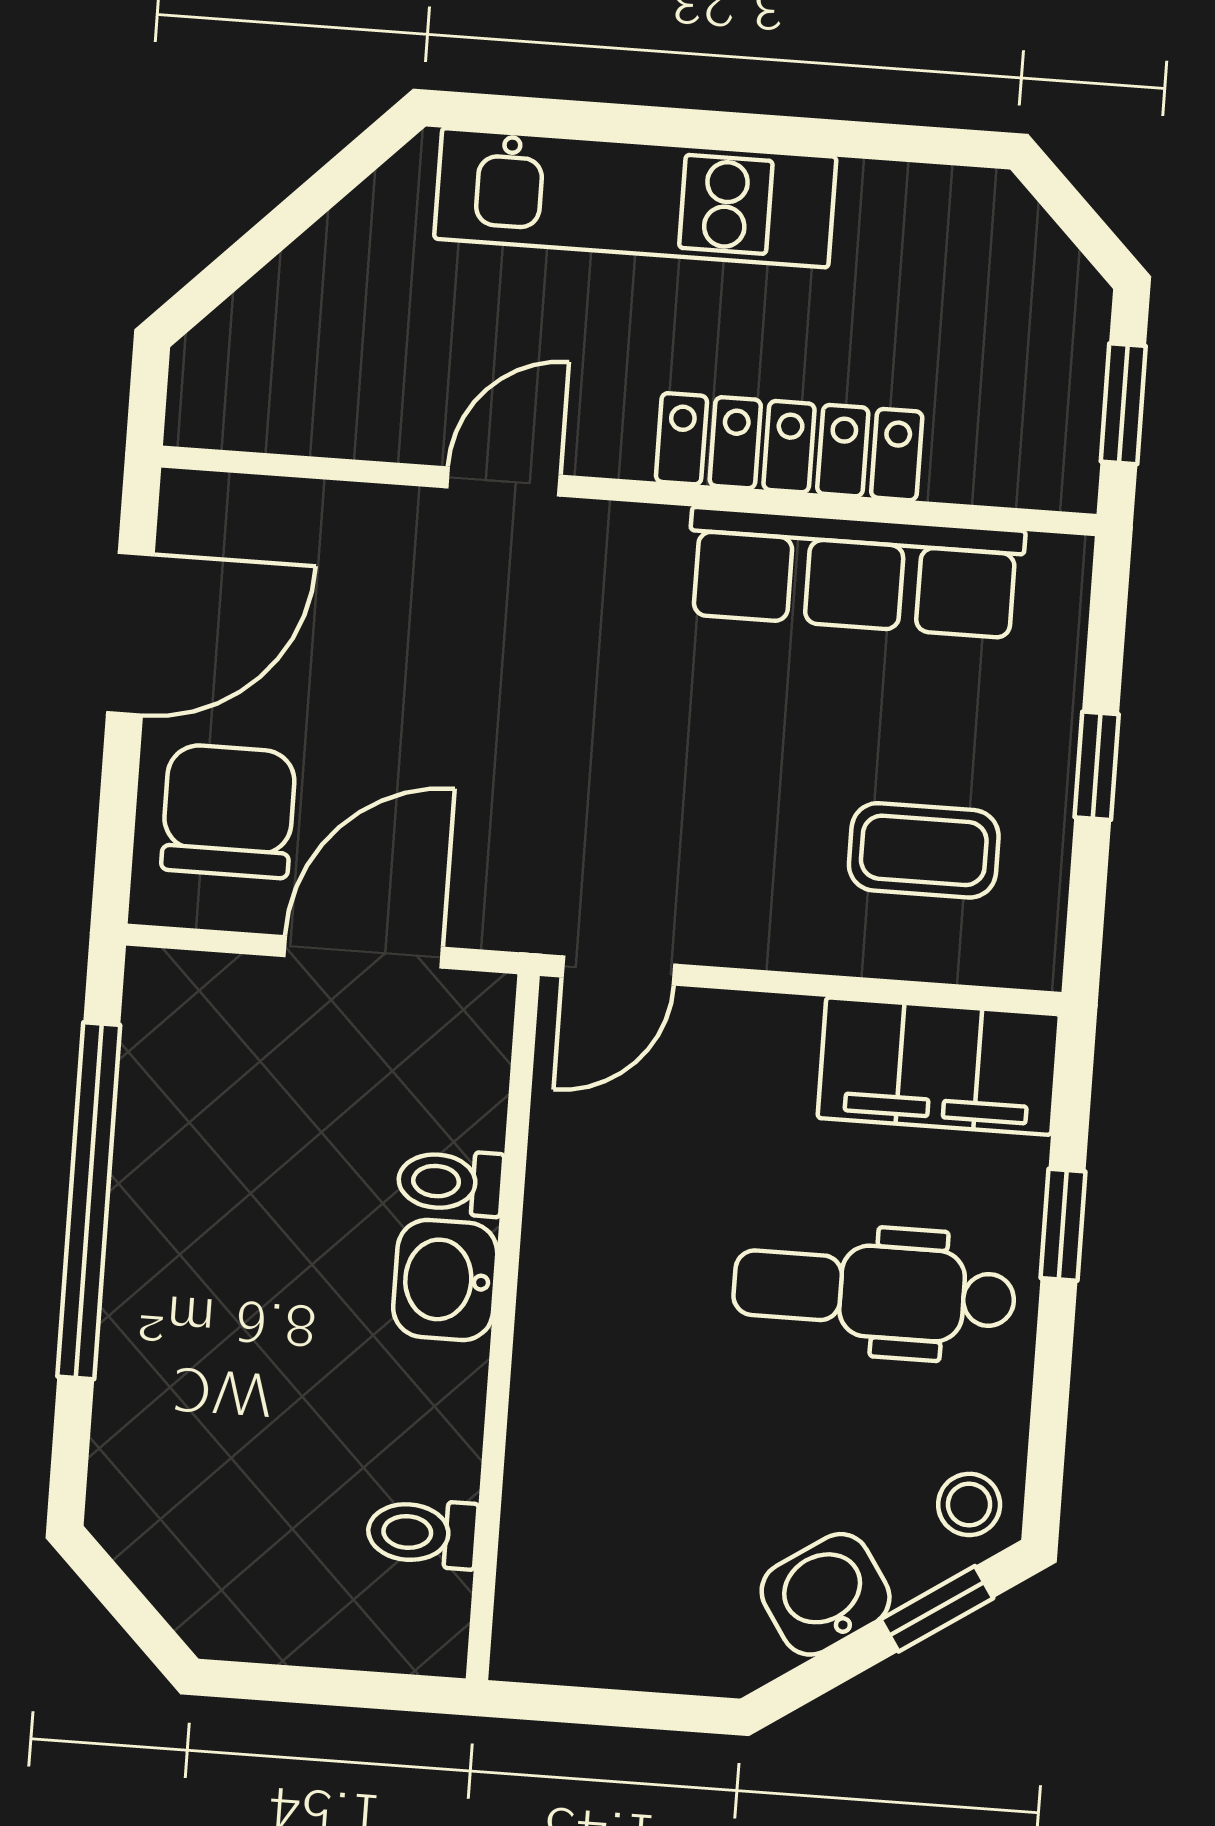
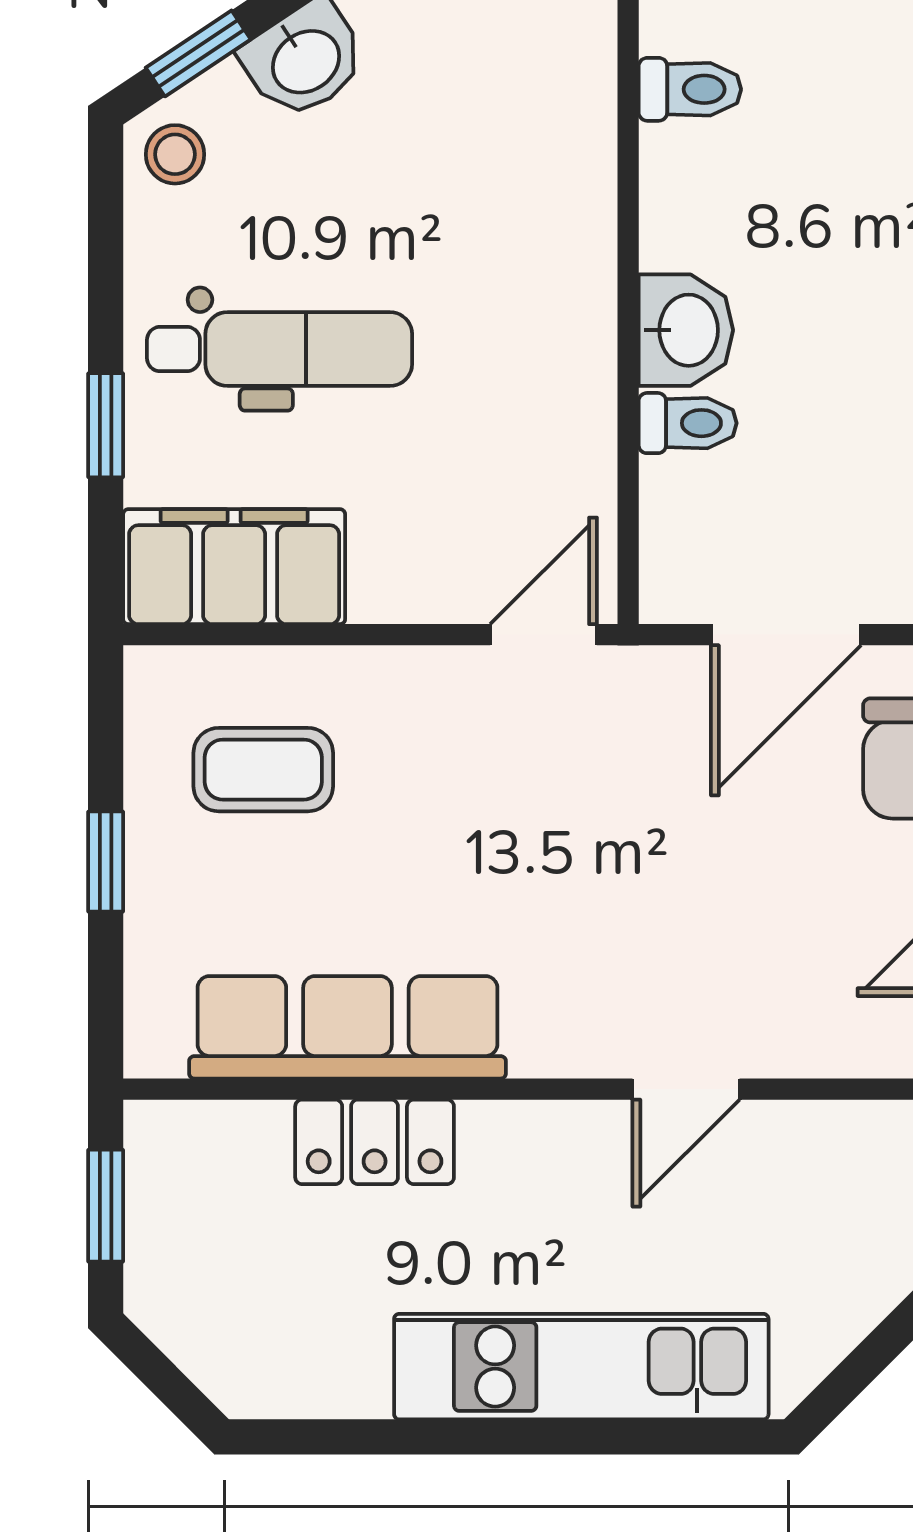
locker: (789, 447) -> (375, 1142), width x0.66

